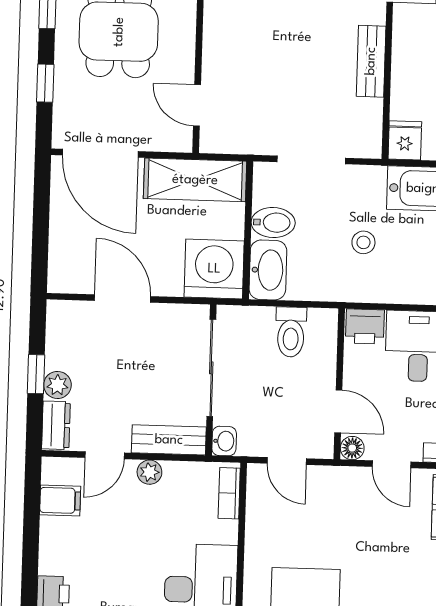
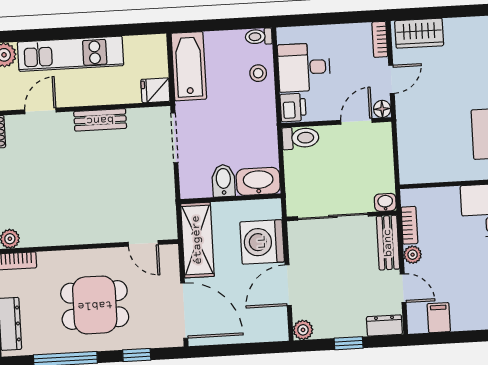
door: (197, 105) -> (143, 243), hinge flipped
door: (100, 153) -> (184, 311), hinge flipped
doorway: (311, 160) -> (174, 138), moved
stool: (363, 242) -> (258, 73), moved
washing machine: (214, 269) -> (262, 242), moved
toilet: (291, 332) -> (301, 138), moved
plant: (57, 385) -> (303, 330), moved
door: (287, 461) -> (396, 156), removed
bookcase: (229, 493) -> (409, 225), moved, turned -90

